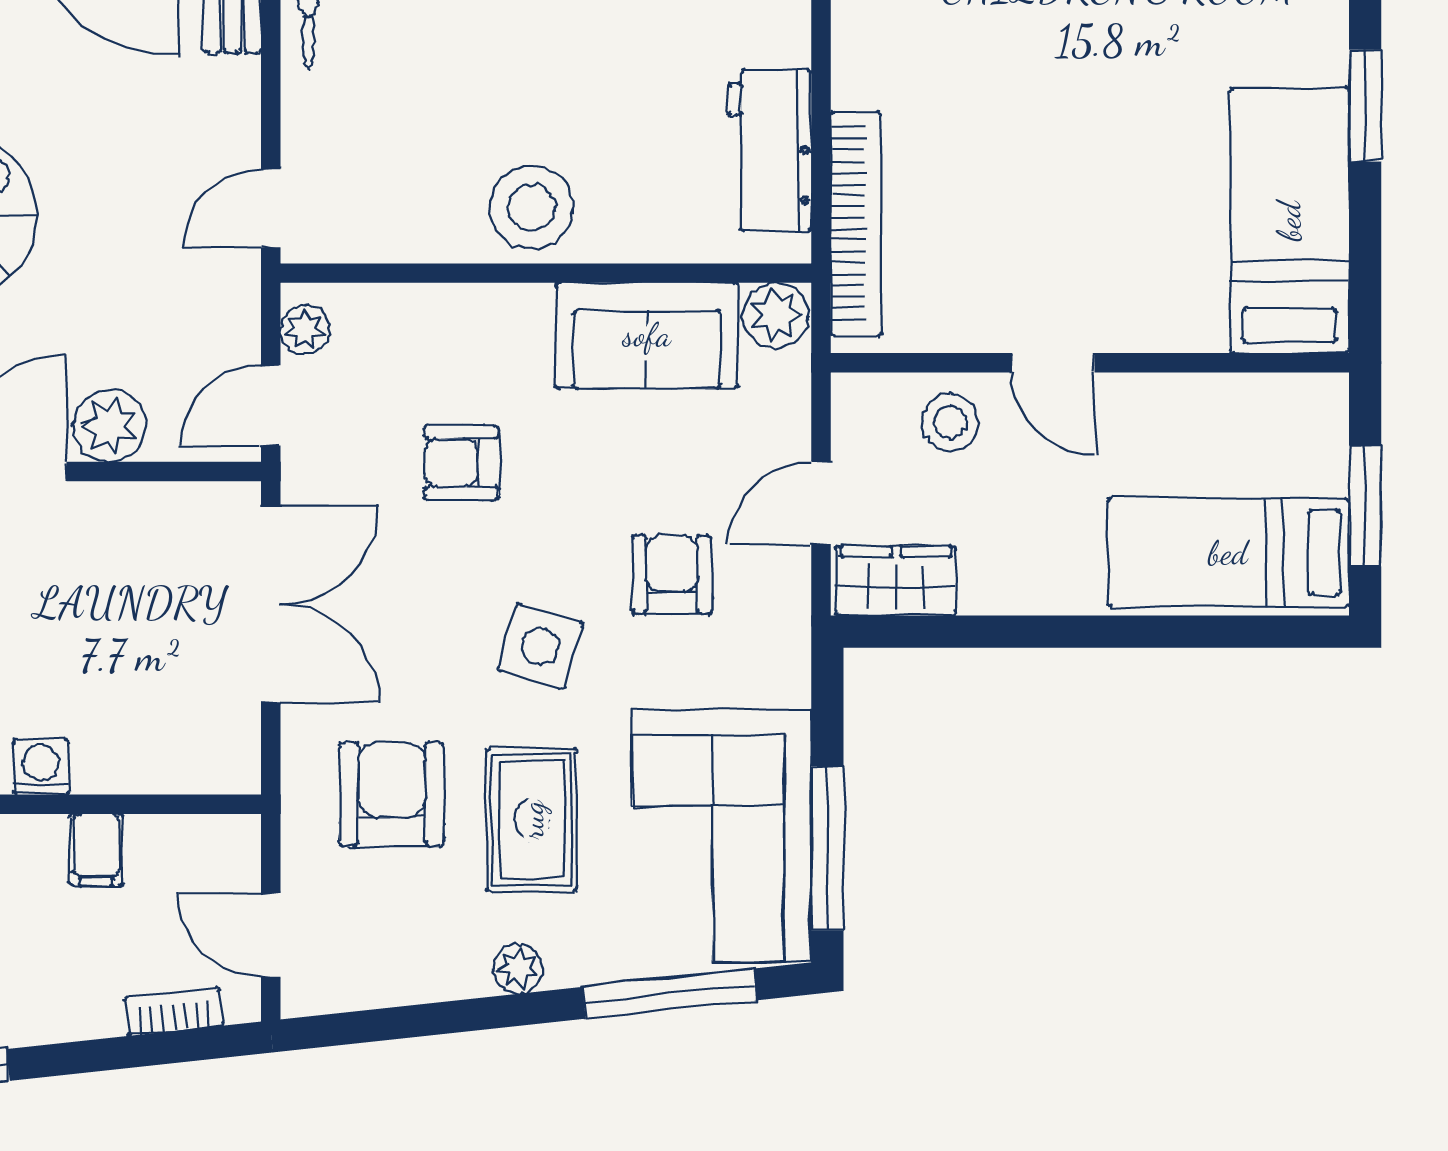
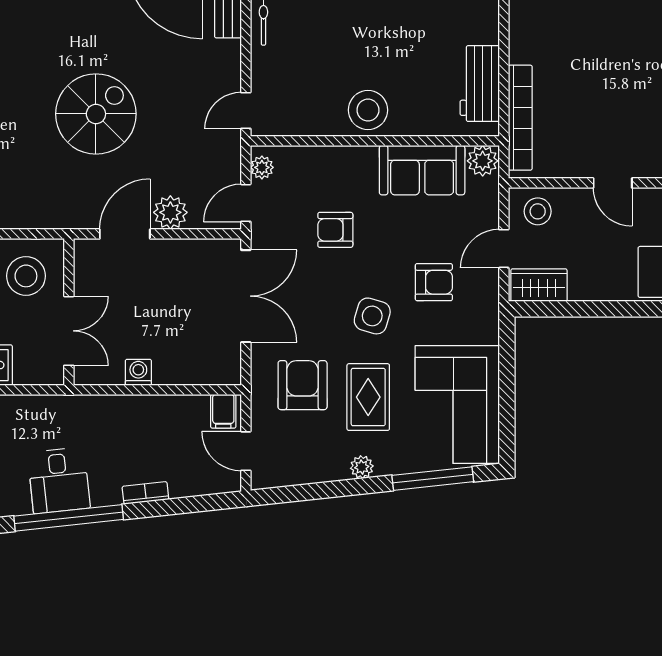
stool: (950, 422) -> (538, 211), moved
armchair: (672, 574) -> (434, 282), turned 90
window: (827, 848) -> (507, 410), removed
filing cabinet: (96, 850) -> (223, 411), moved
bookcase: (174, 1012) -> (145, 493), moved

